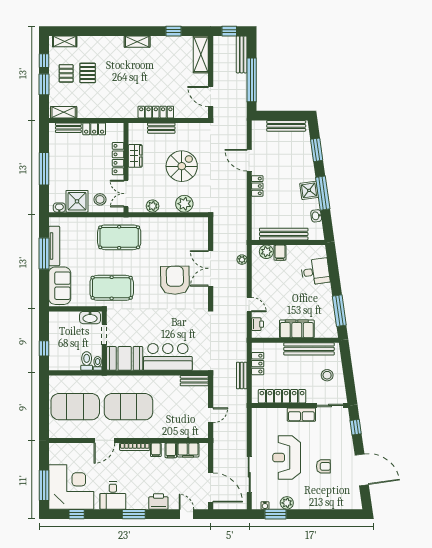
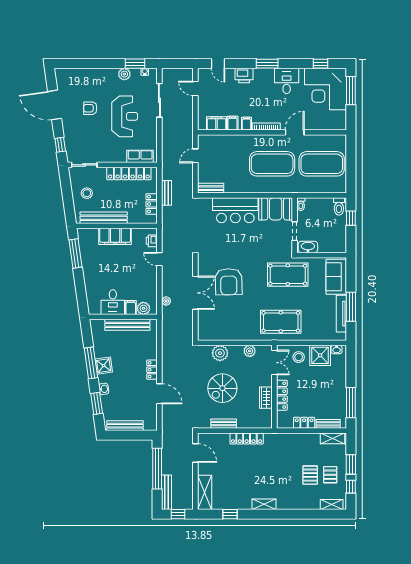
bench: (161, 128) -> (224, 424), moved
window: (44, 169) -> (351, 403), moved
washbasin: (316, 216) -> (104, 389), moved
desk: (315, 272) -> (113, 302), moved, turned -82
toilet: (87, 361) -> (339, 206), moved
row of seats: (301, 415) -> (140, 156), moved
door: (211, 487) -> (195, 89), width x0.53

